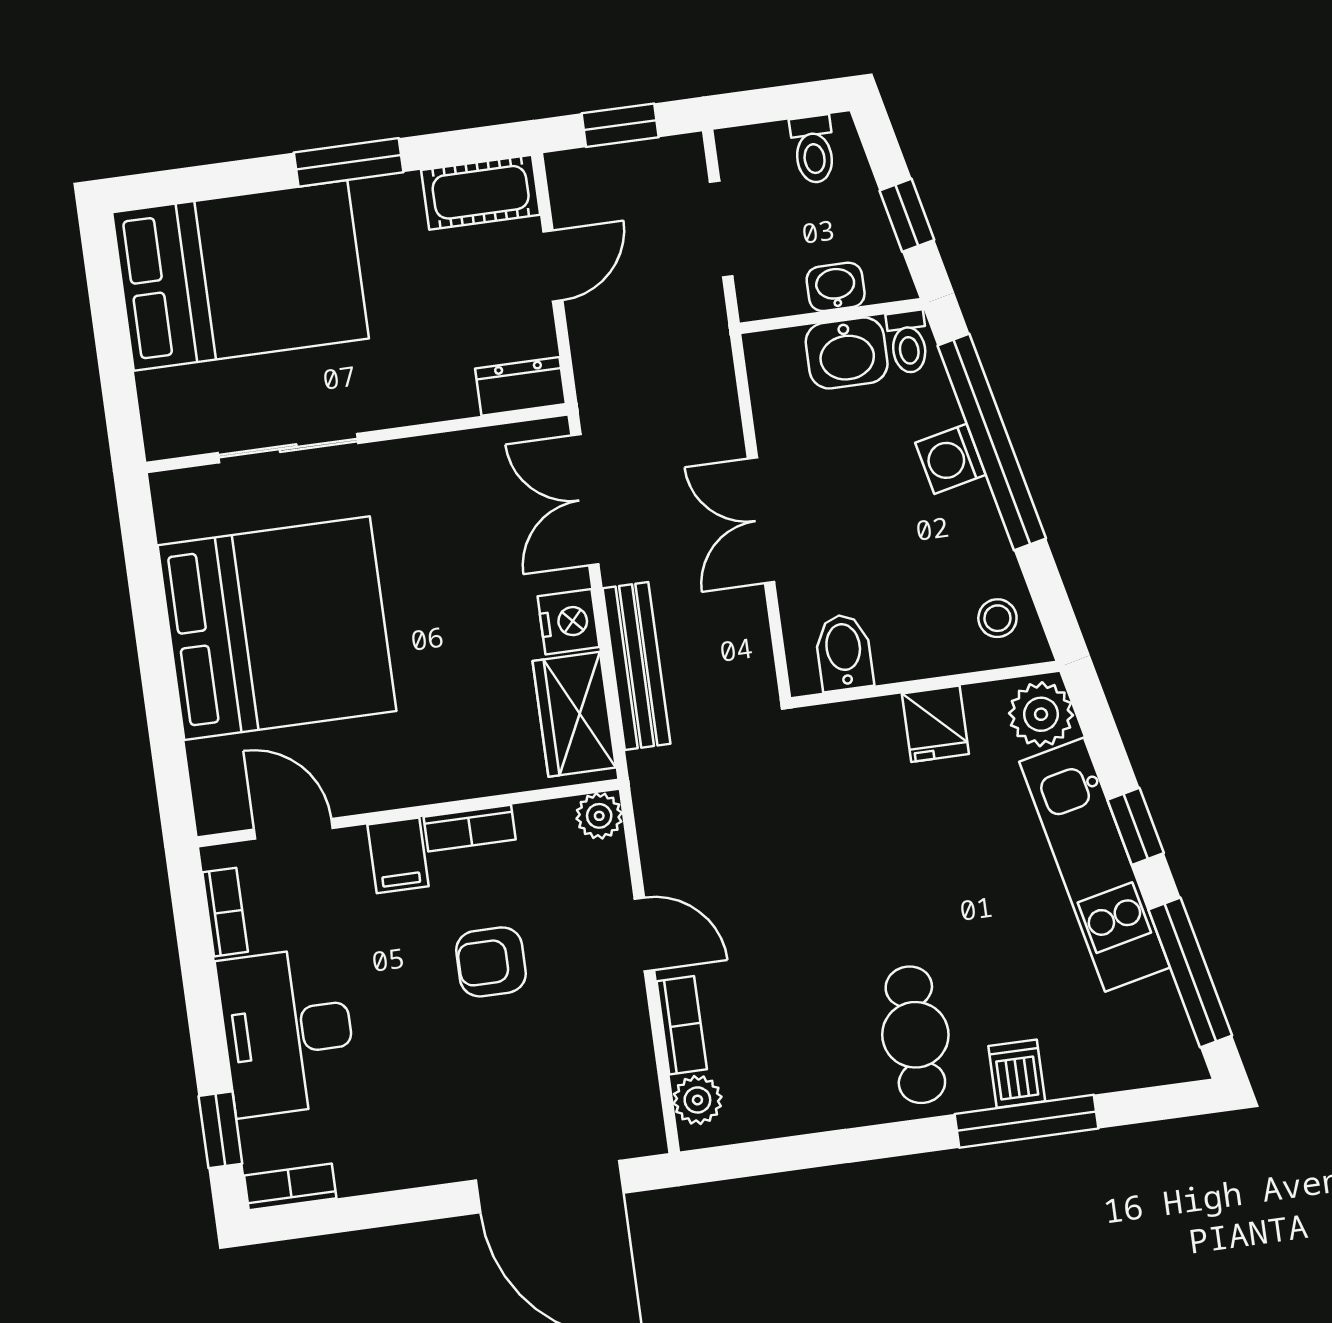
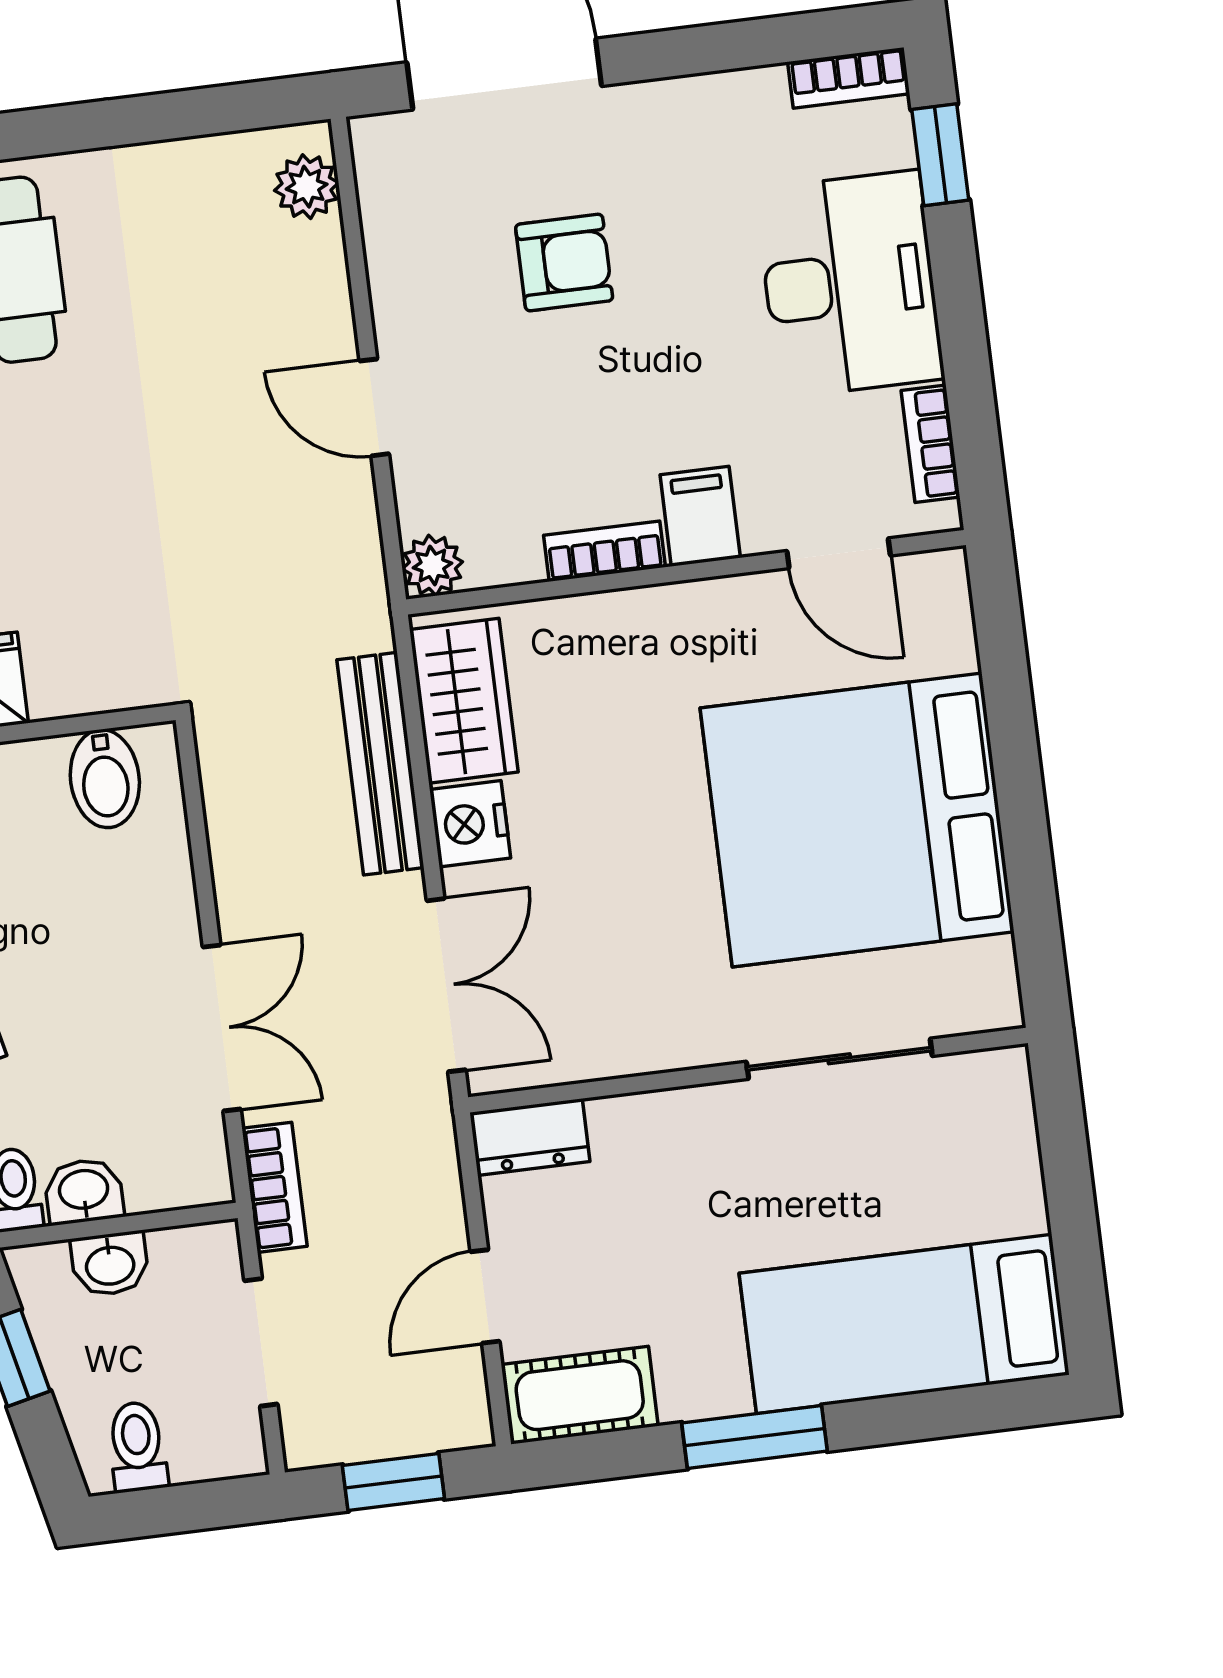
bed: (240, 275) -> (904, 1324), width x0.67
washbasin: (847, 353) -> (84, 1191), width x0.72, depth x0.69
double door: (761, 520) -> (222, 1028), moved
armchair: (491, 962) -> (564, 263), moved
bookcase: (682, 1025) -> (275, 1187), moved, turned 180

